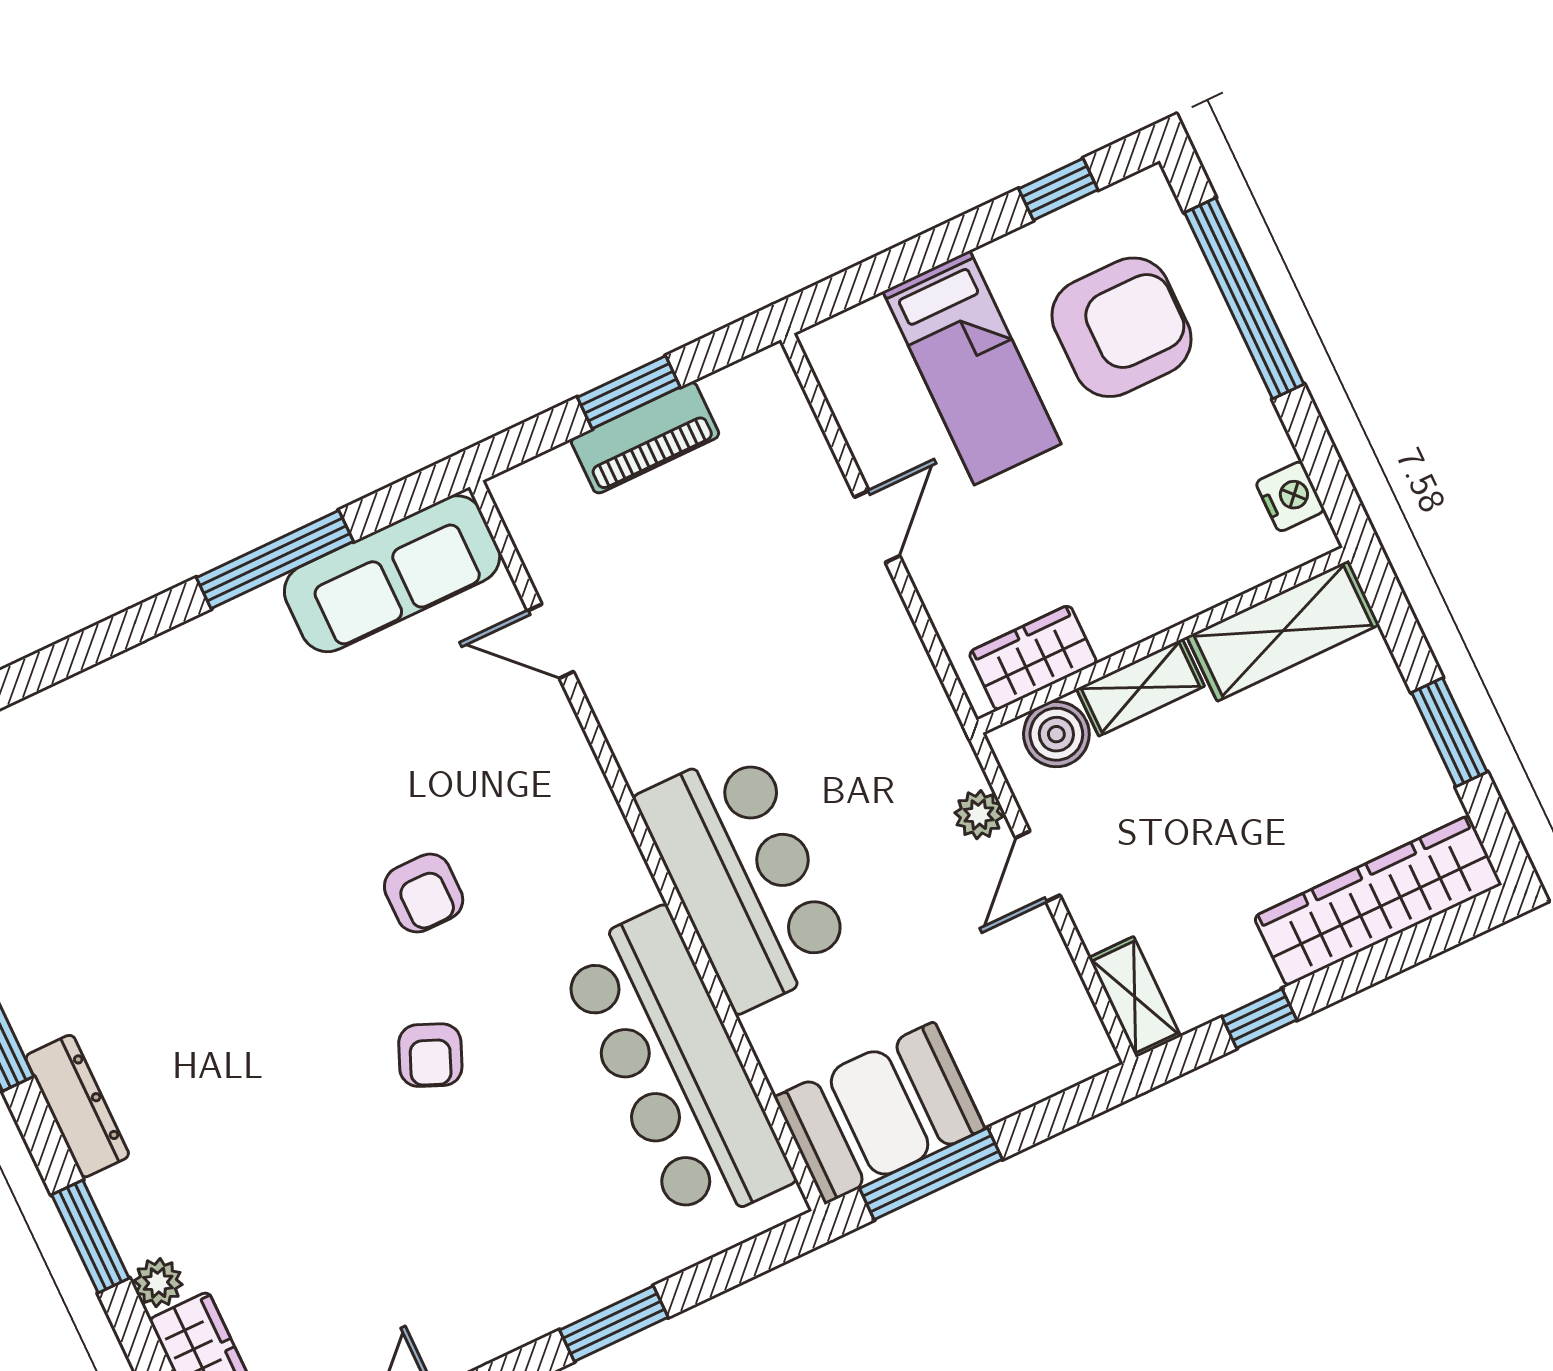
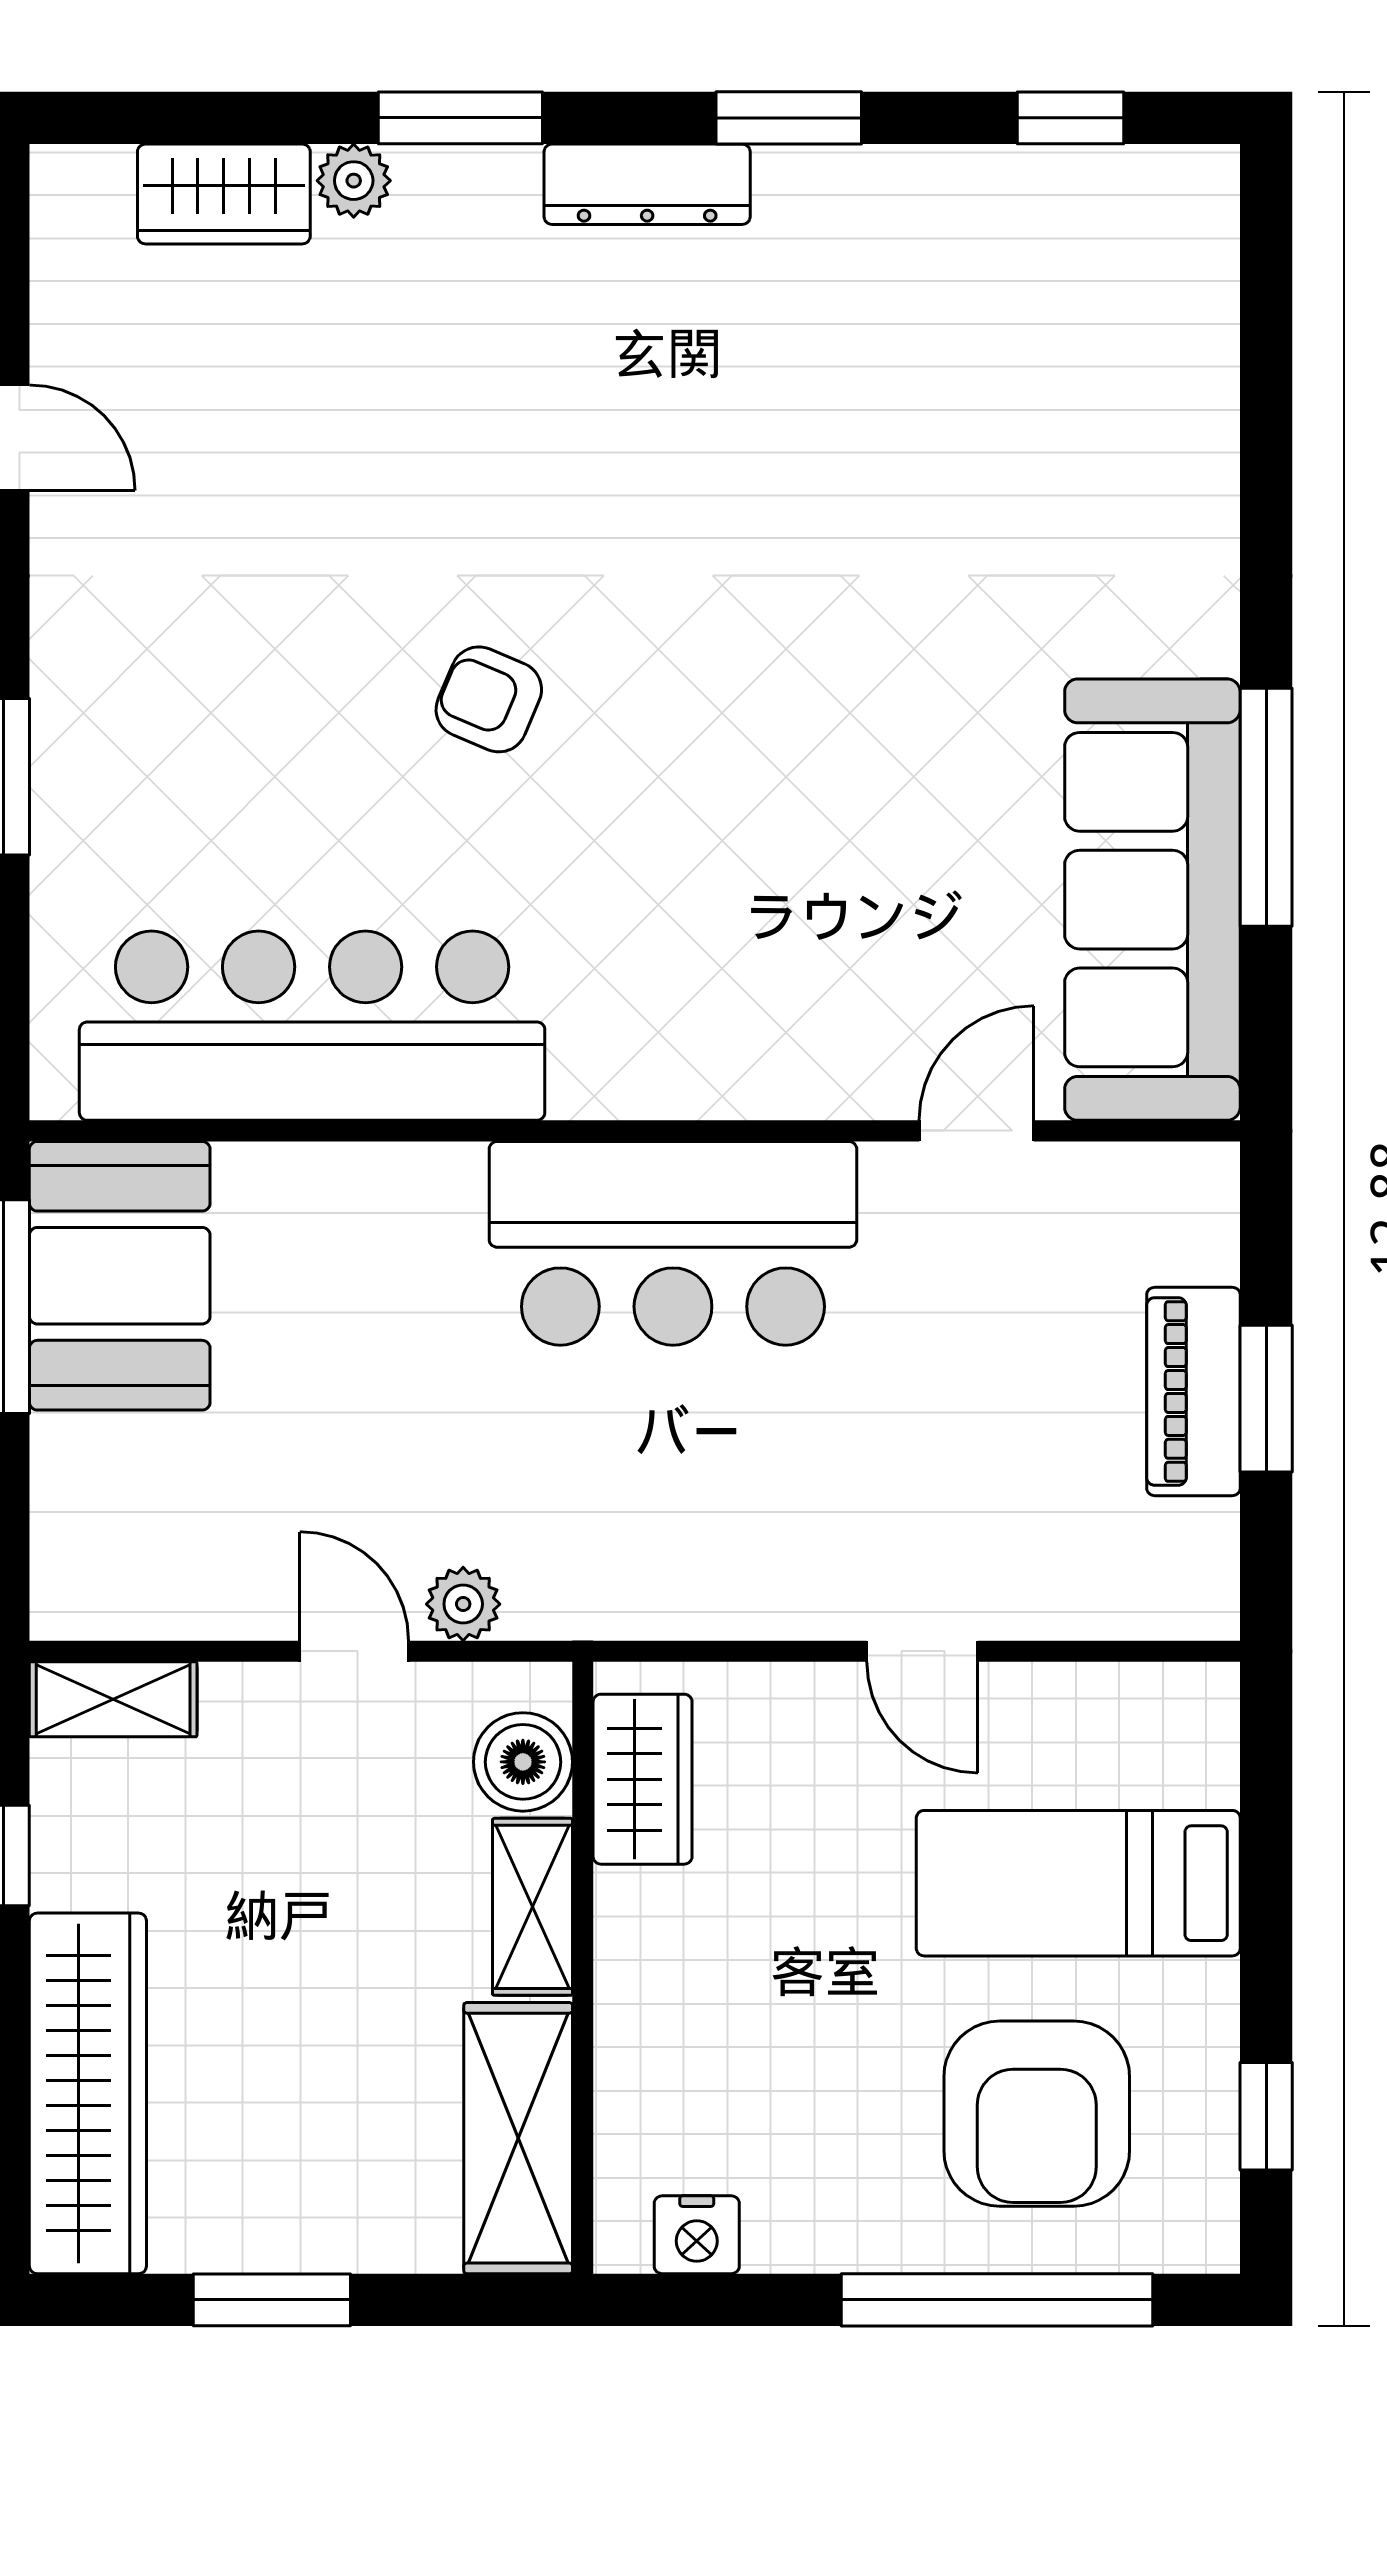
sofa: (392, 574) -> (1152, 900), width x1.36, depth x1.27
bar counter: (745, 878) -> (673, 1243), moved
armchair: (424, 893) -> (715, 795), removed

